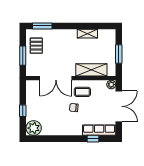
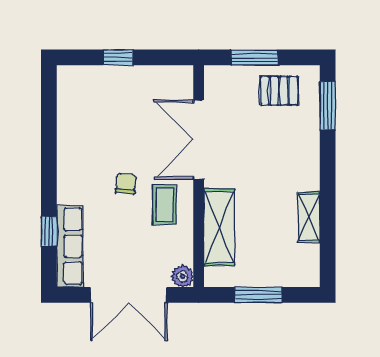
plant: (34, 128) -> (75, 84), removed

